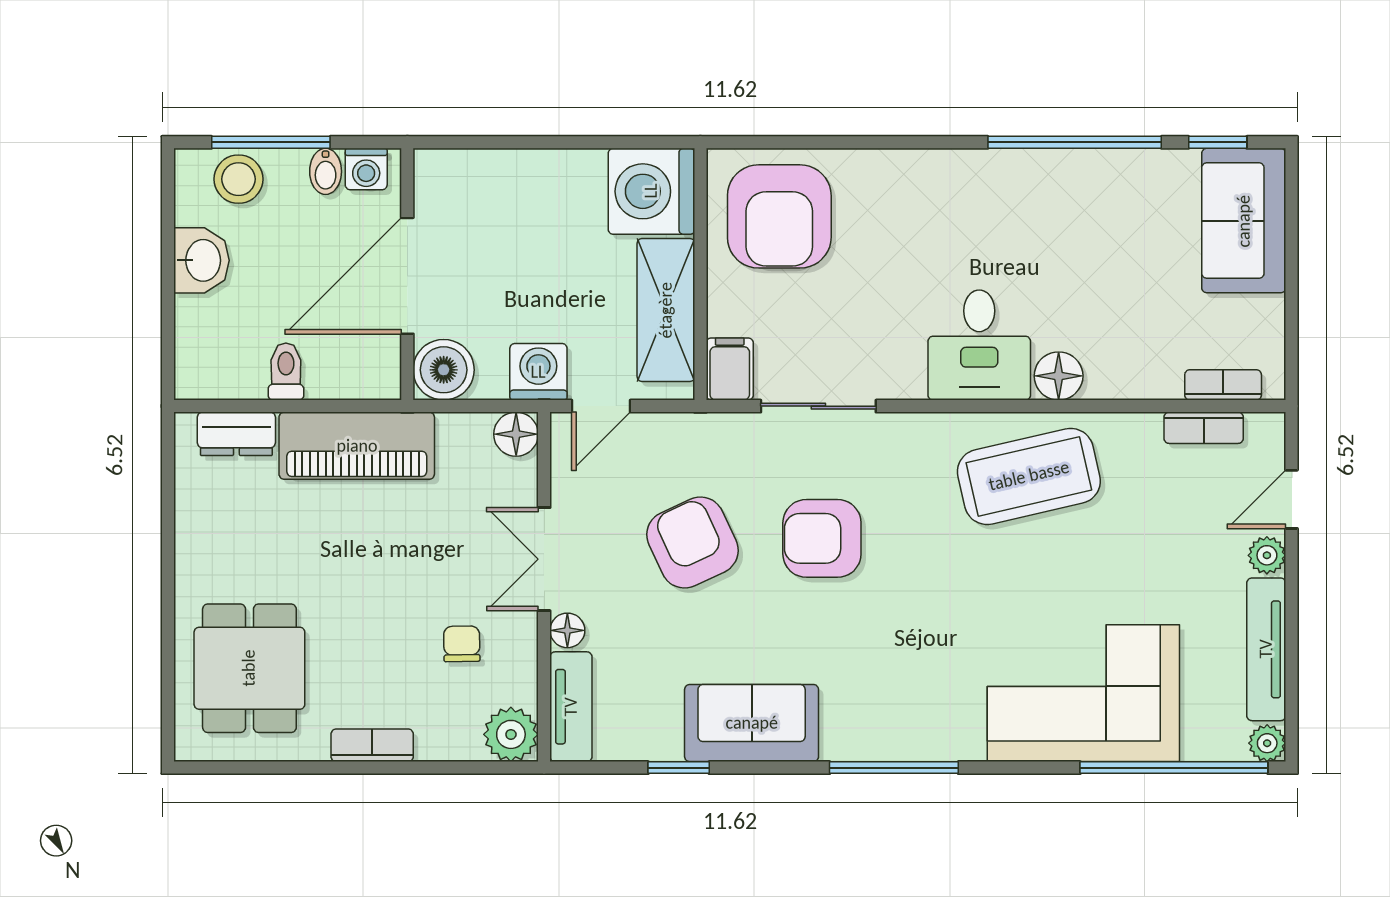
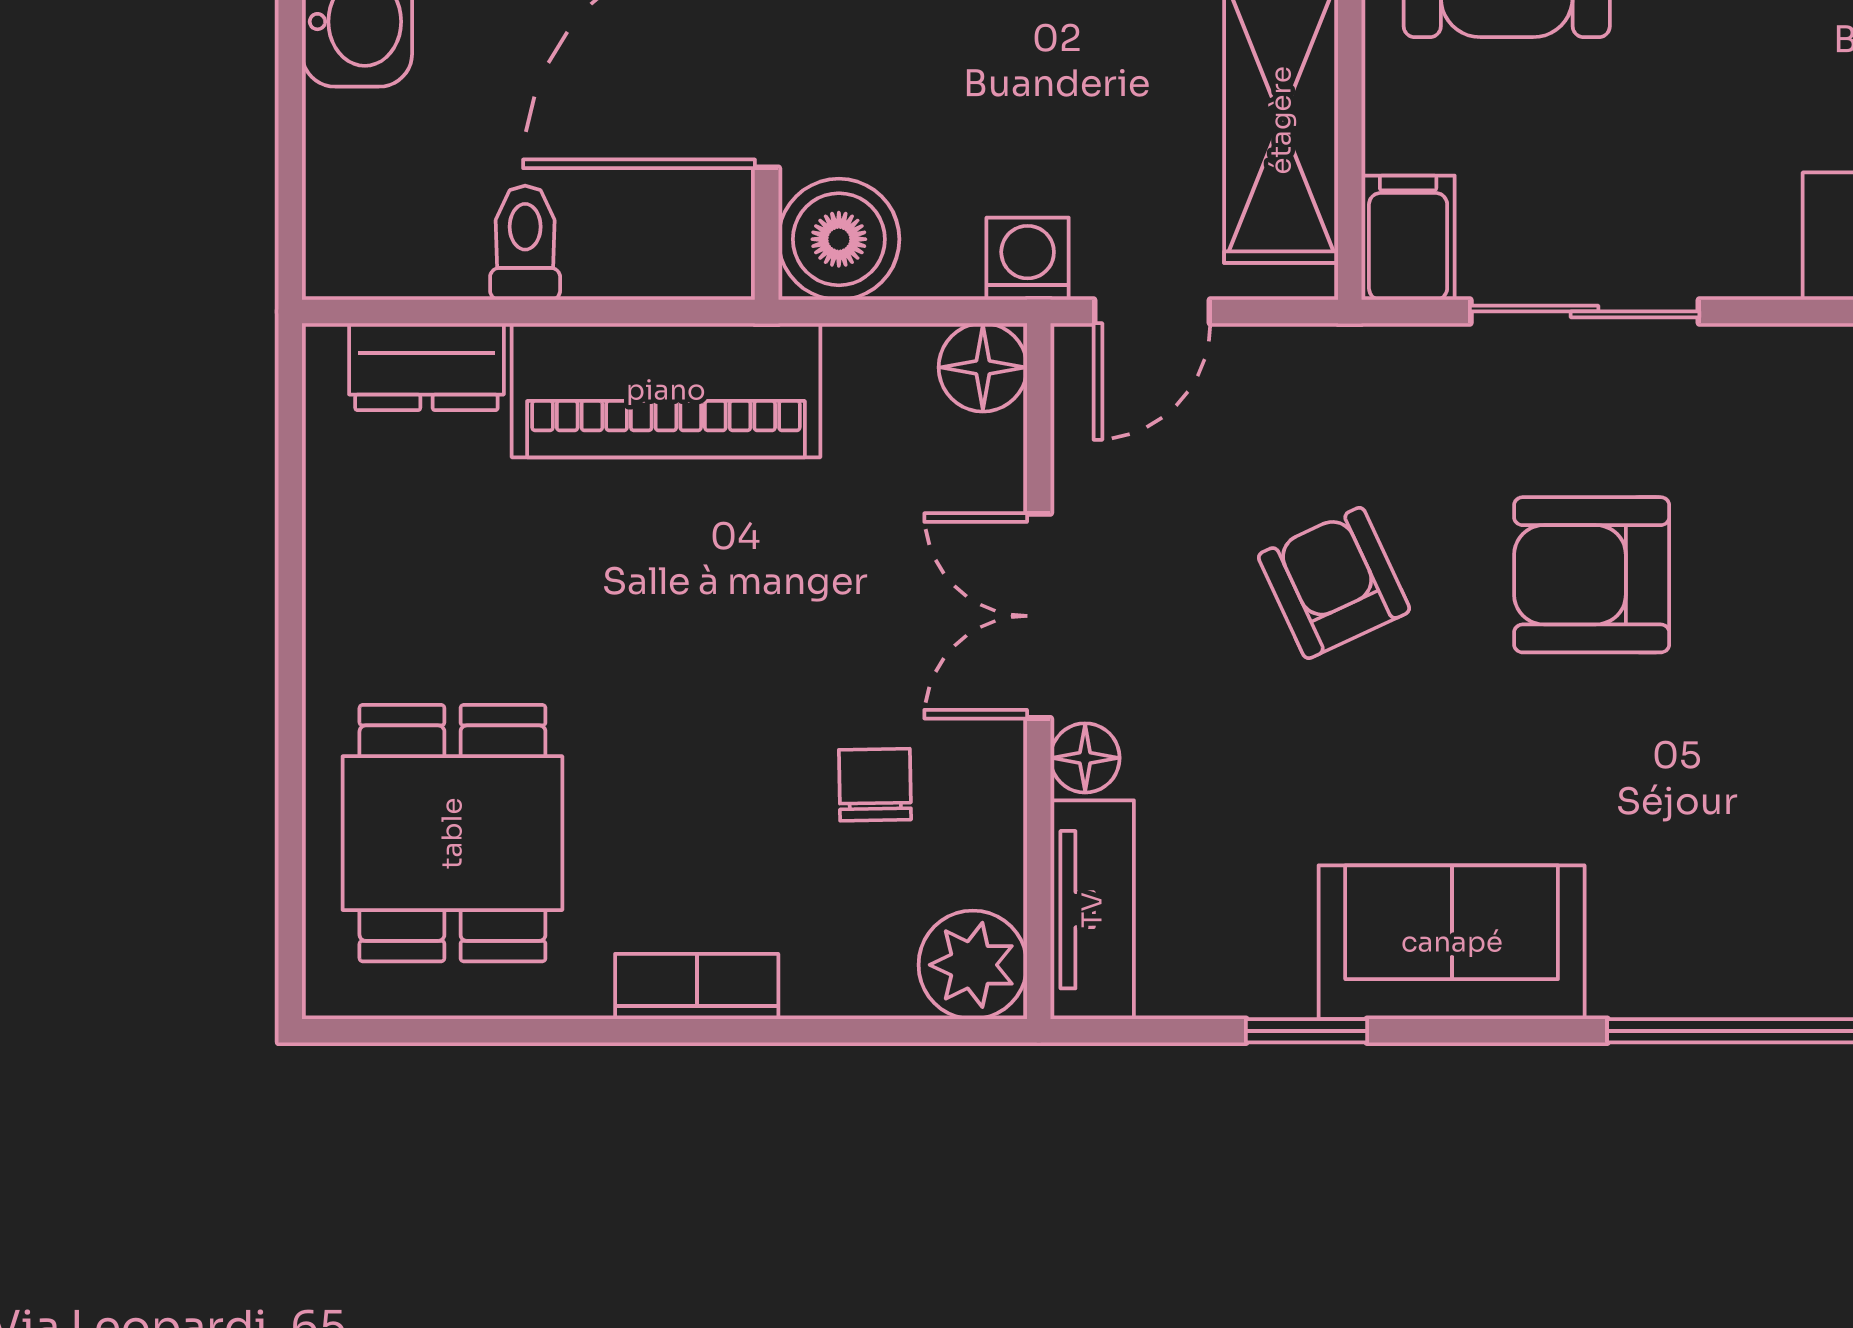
washing machine: (538, 372) -> (1028, 259), width x0.73, depth x0.73
armchair: (692, 543) -> (1334, 583), width x0.72, depth x0.72

